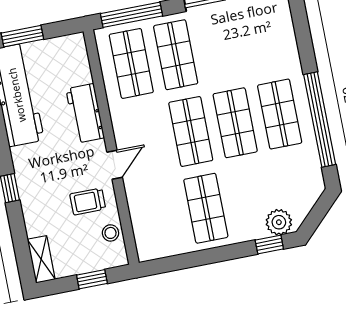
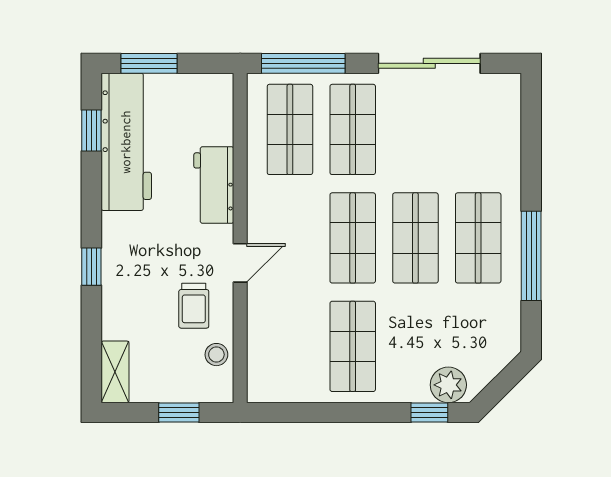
window: (320, 119) -> (531, 256), width x0.68
trolley: (88, 202) -> (194, 306), turned -90

